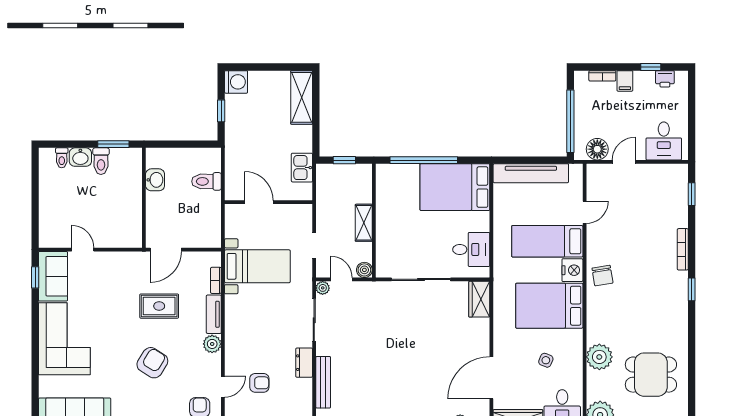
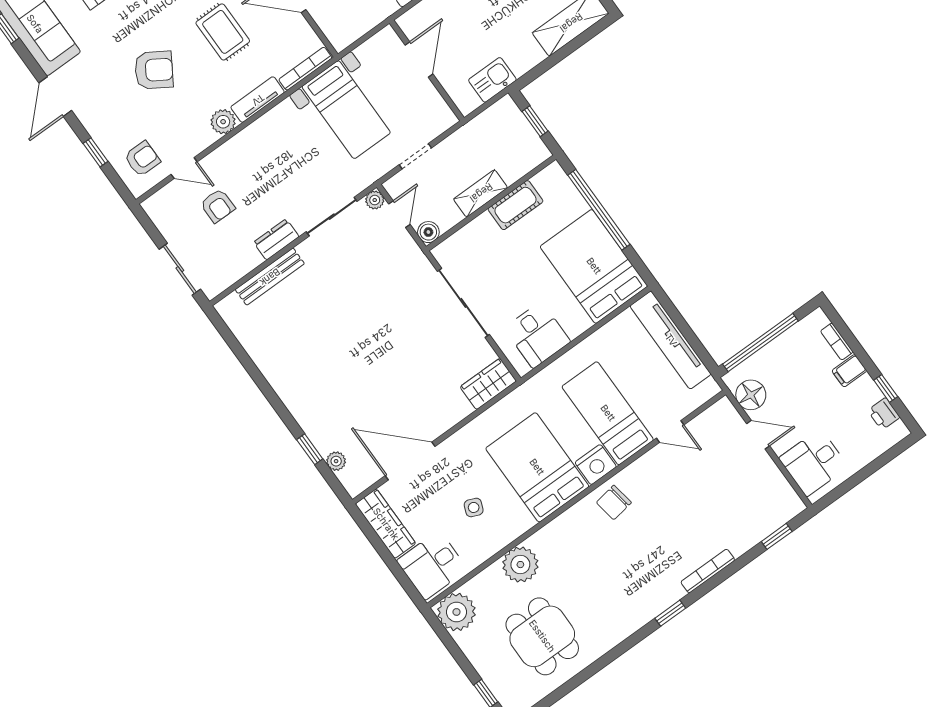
cot: (386, 207) -> (515, 205), added
bookcase: (216, 280) -> (305, 69), width x1.56

